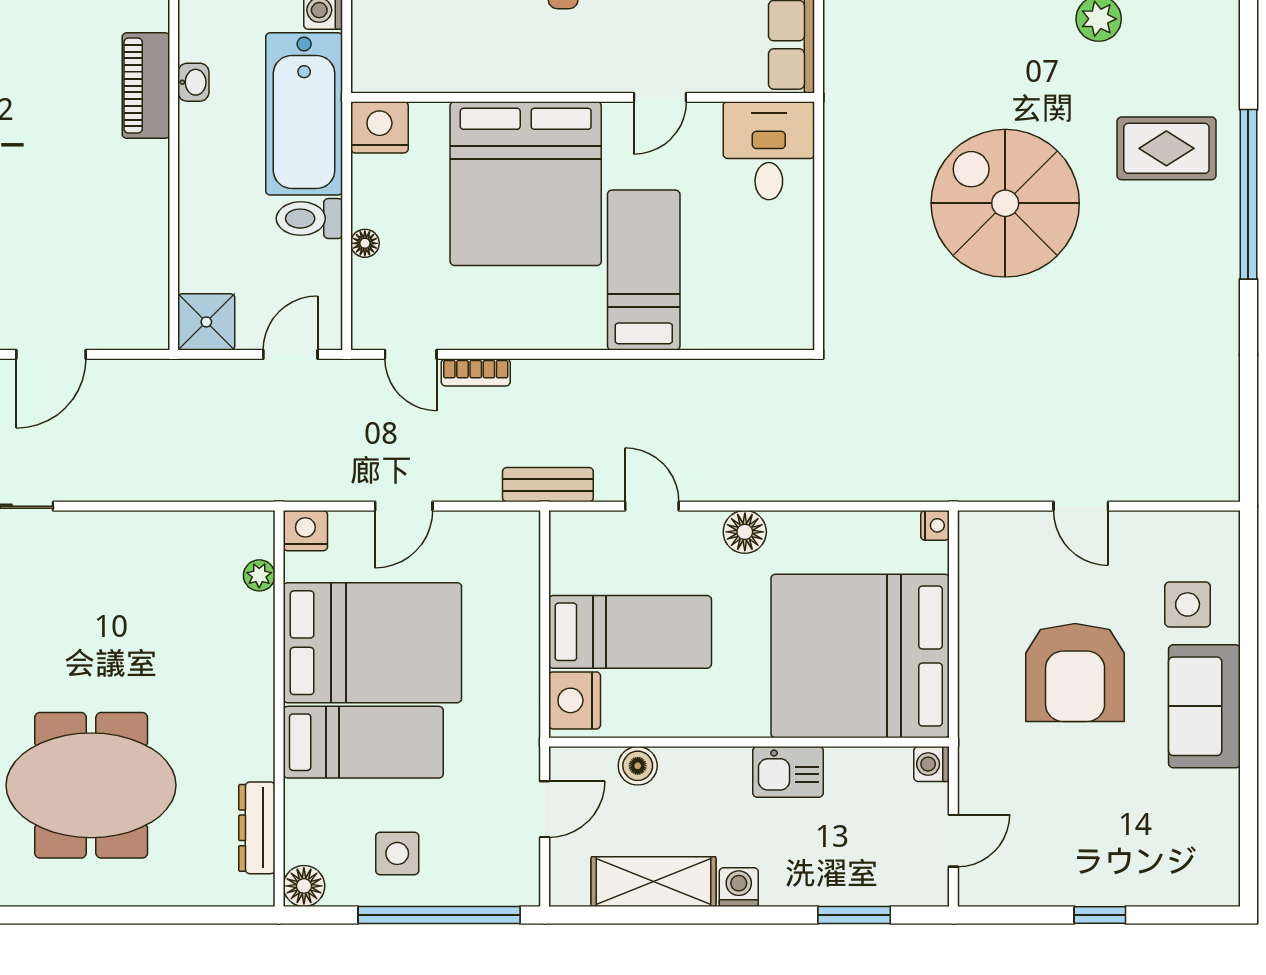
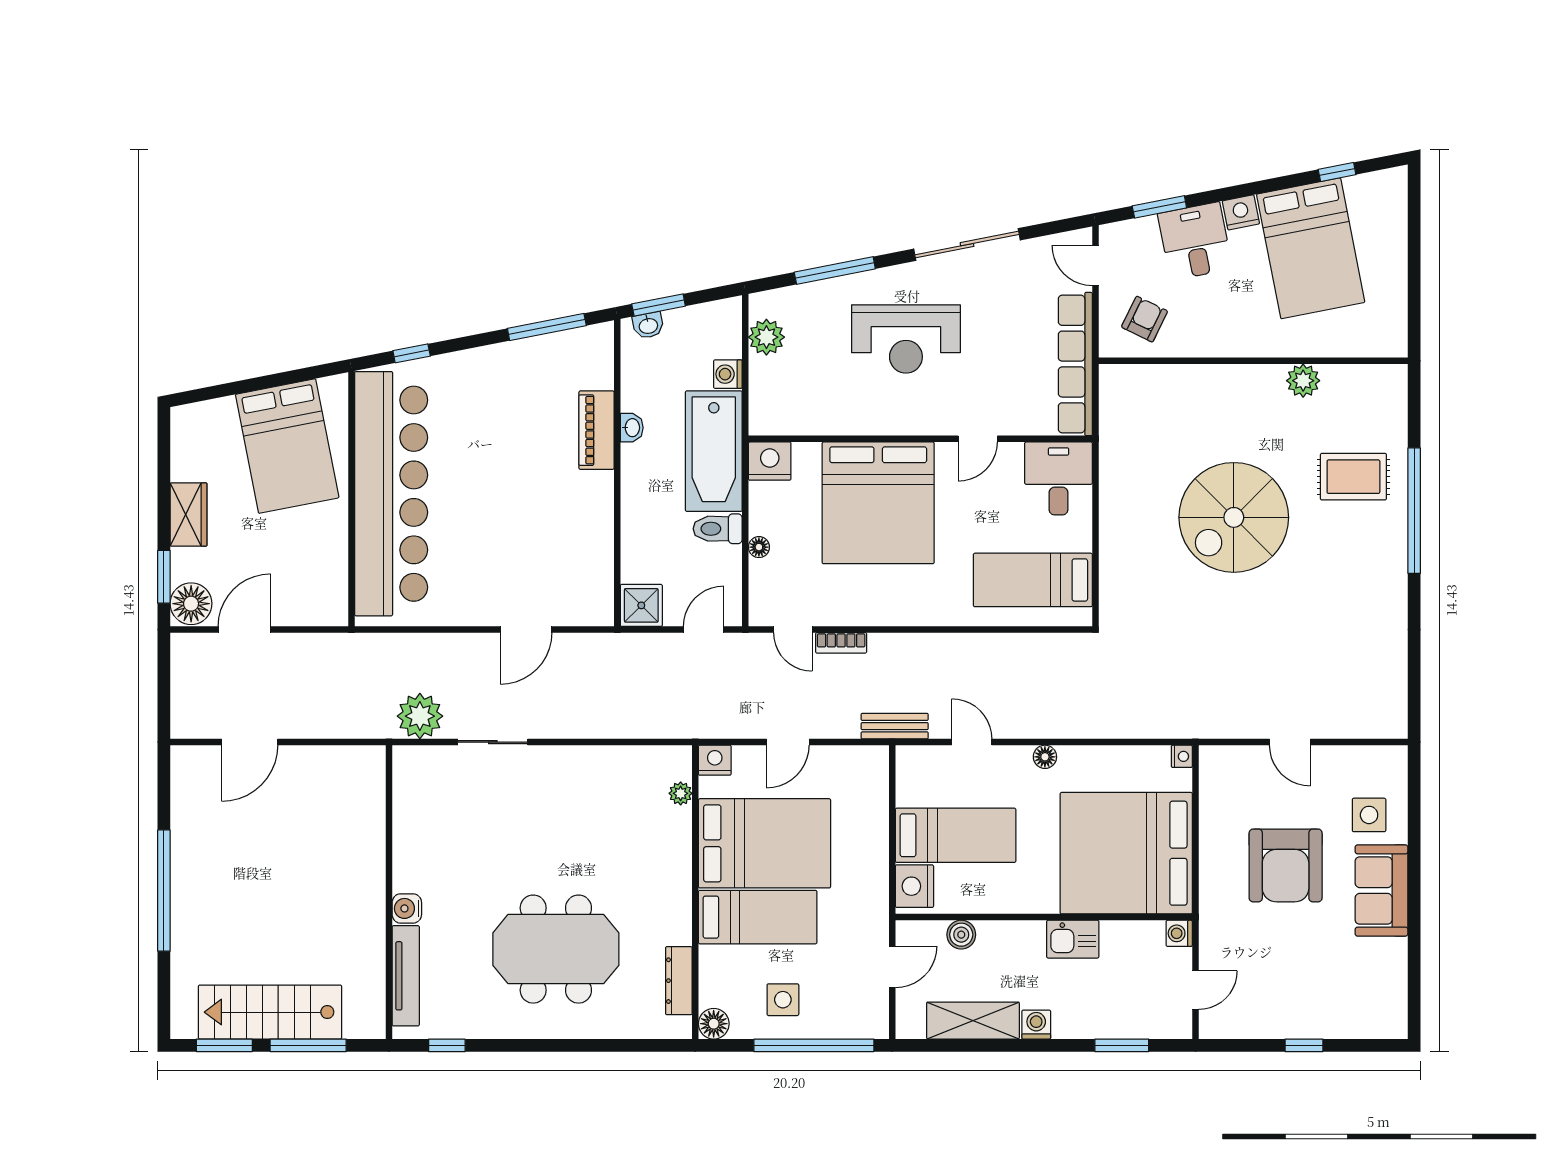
spiral stairs: (1005, 203) -> (1234, 517), turned -90
bed: (644, 270) -> (1033, 580), moved, turned -90
floor lamp: (745, 532) -> (1045, 757), width x0.73, depth x0.73

